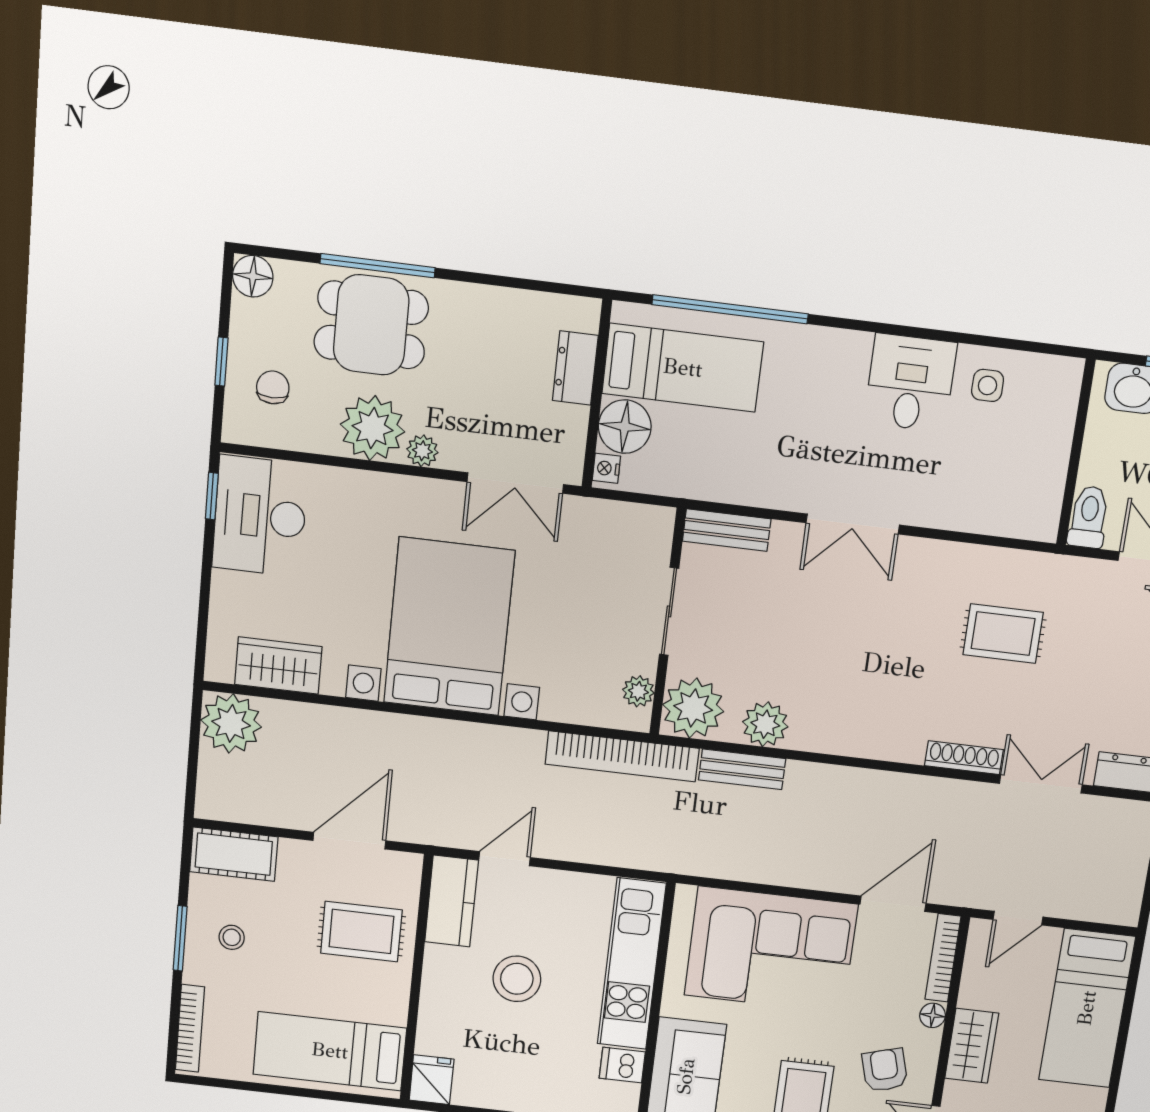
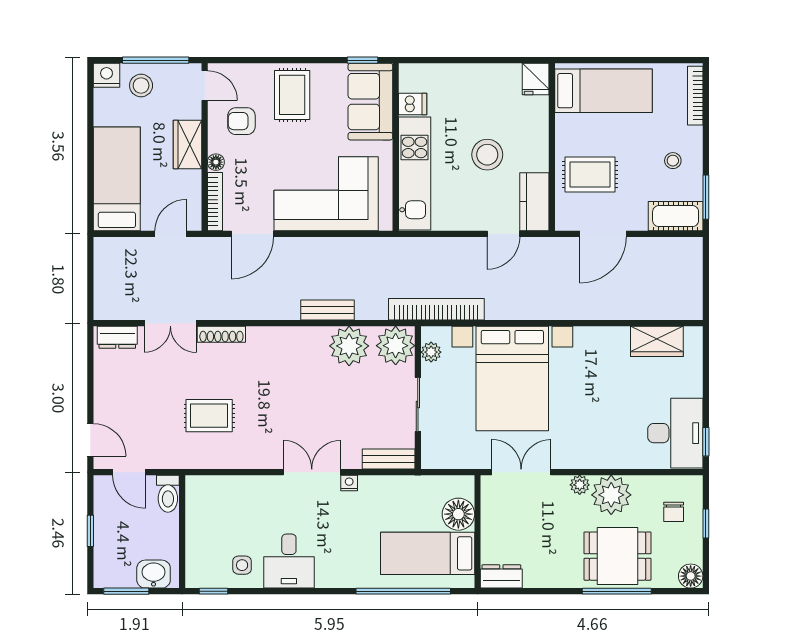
window: (1041, 348) -> (214, 591), added
dresser: (575, 368) -> (501, 576), moved, turned -90
nightstand: (606, 468) -> (349, 483), moved, turned -90
bed with nightstands: (449, 627) -> (512, 379), moved
plant: (231, 723) -> (684, 301), removed
plant: (765, 724) -> (349, 346), width x1.36, depth x1.36
bench: (742, 769) -> (327, 310), moved
window: (180, 938) -> (706, 197), moved
armchair: (885, 1070) -> (241, 121), turned 106

